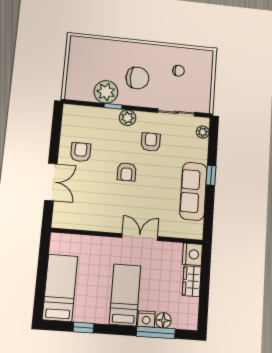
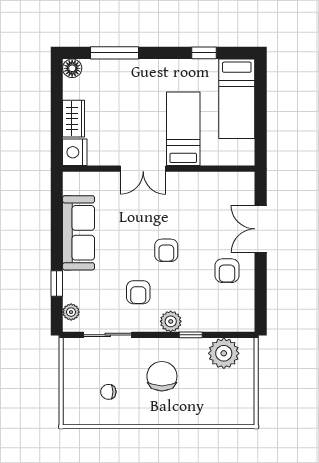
chair: (137, 78) -> (162, 376), turned 90
plant: (106, 92) -> (224, 353), moved
armchair: (127, 172) -> (166, 250), turned 180
window: (211, 175) -> (57, 284), moved
bed: (125, 295) -> (183, 129), moved, turned 180
nightstand: (146, 319) -> (127, 68), removed
floor lamp: (163, 320) -> (72, 68), moved

